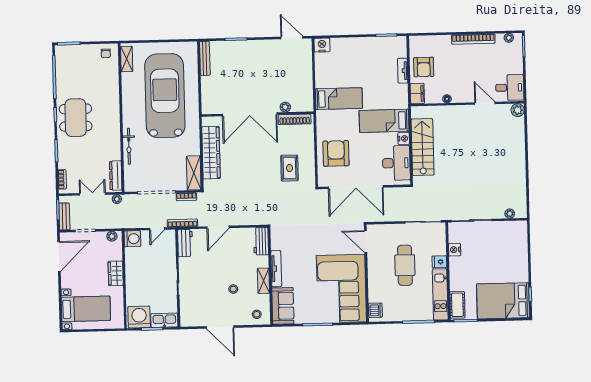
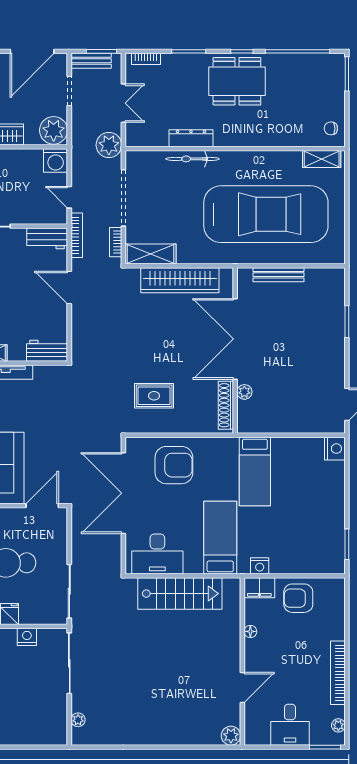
bench: (205, 58) -> (279, 275), moved
tv unit: (403, 71) -> (294, 567), removed
desk: (510, 88) -> (290, 725), moved
nightstand: (404, 138) -> (260, 566), moved
dresser: (116, 176) -> (191, 138), moved
plant: (117, 199) -> (109, 145), width x1.88, depth x1.88
plant: (112, 236) -> (54, 130), width x1.88, depth x1.88
door: (59, 256) -> (32, 51), hinge flipped

